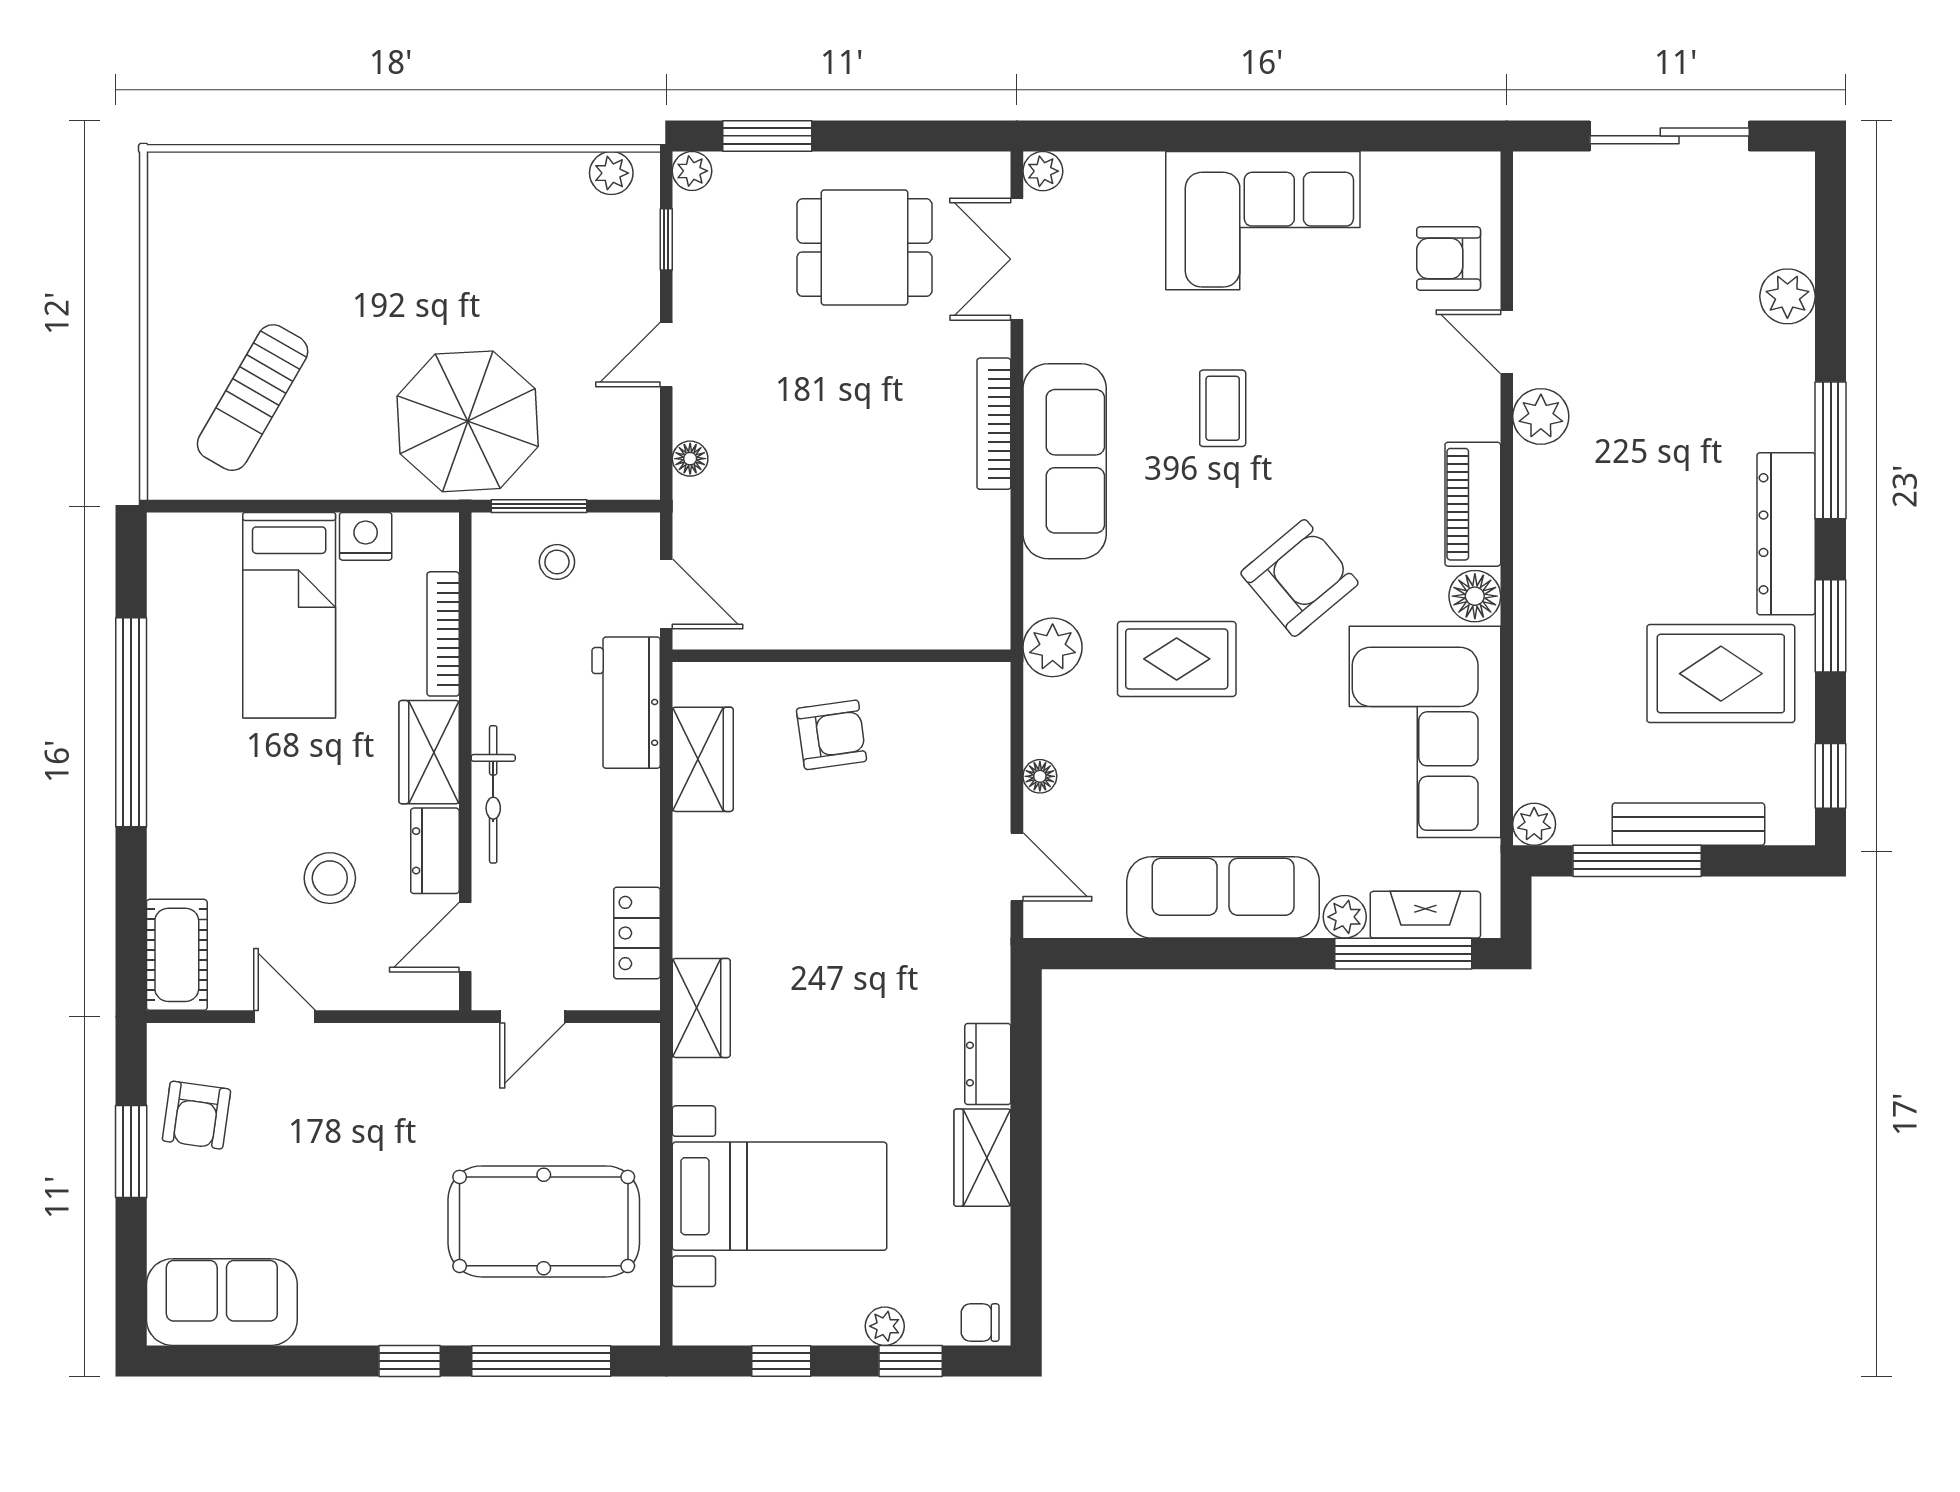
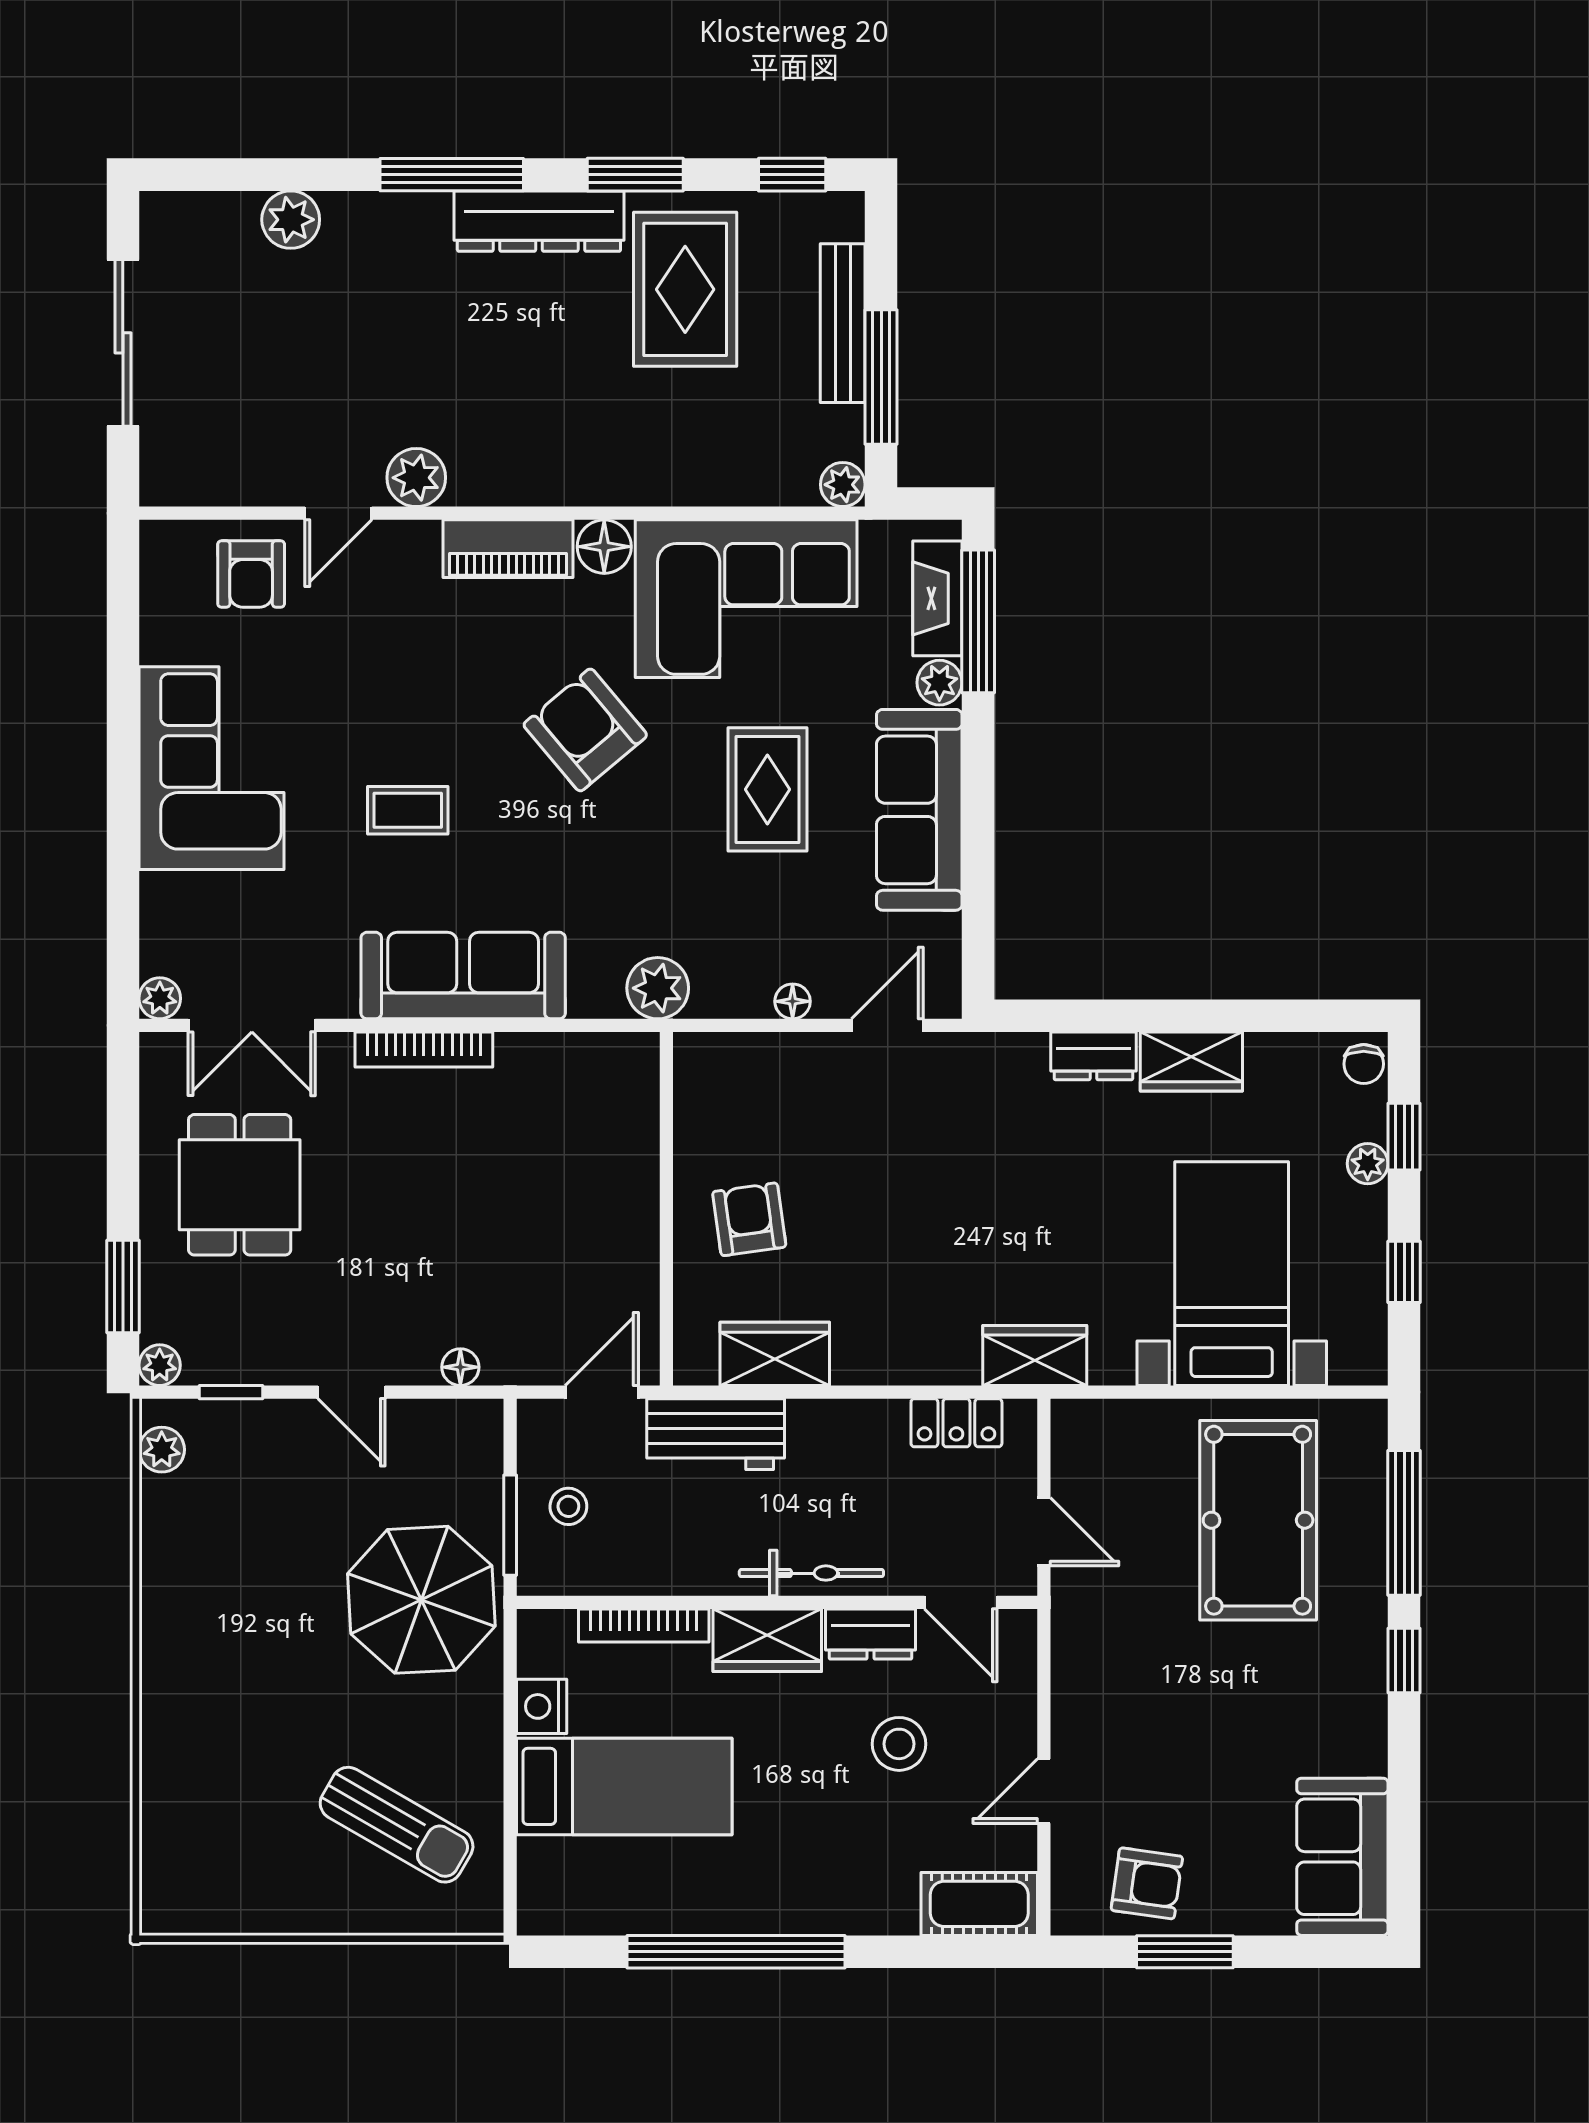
rug: (1177, 659) -> (767, 789), moved

